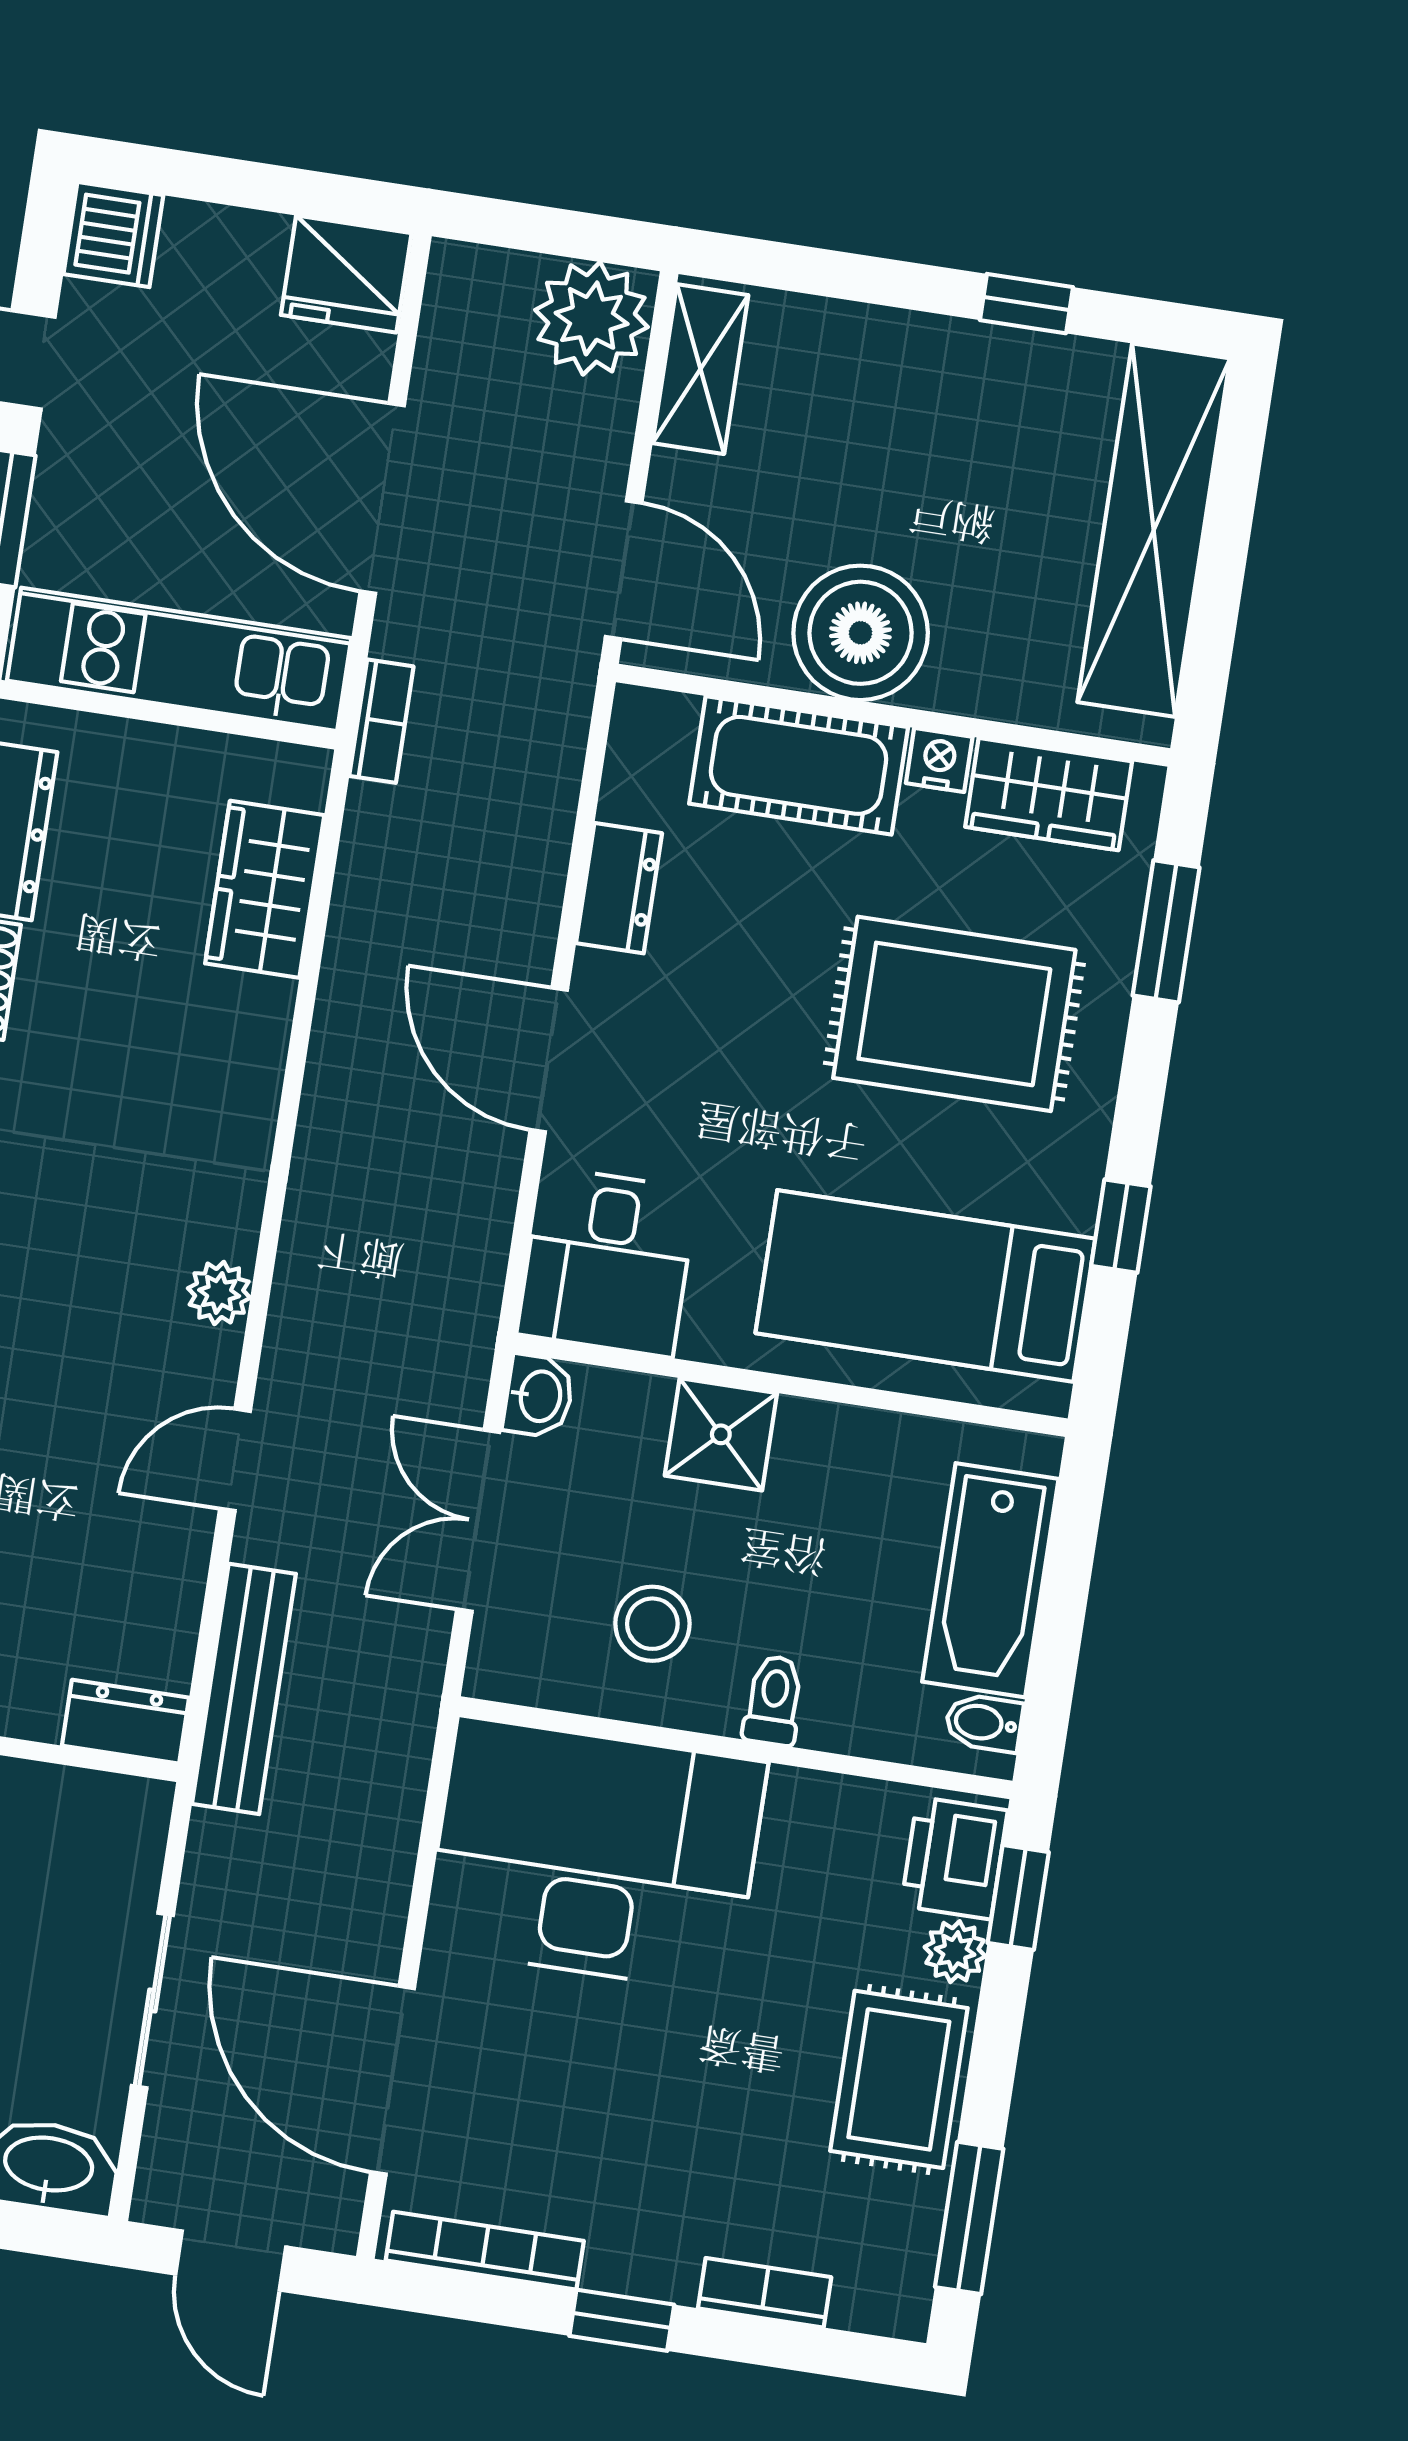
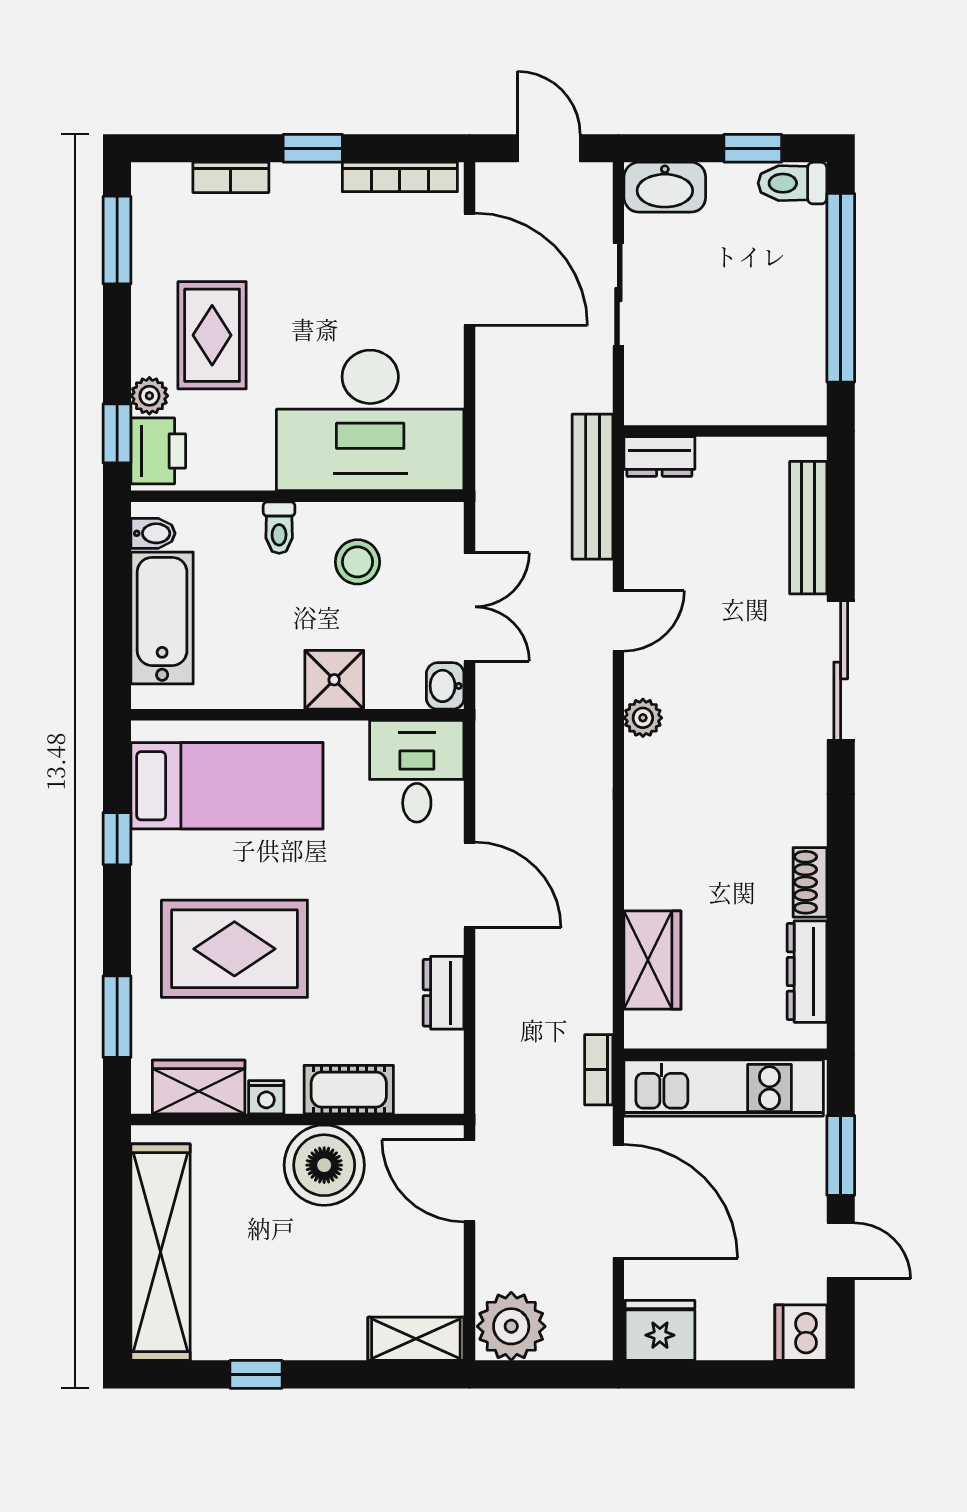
shelving: (700, 369) -> (416, 1339), moved, turned 90
cot: (799, 765) -> (349, 1090), width x0.73, depth x0.75
rug: (899, 2079) -> (212, 335), moved

